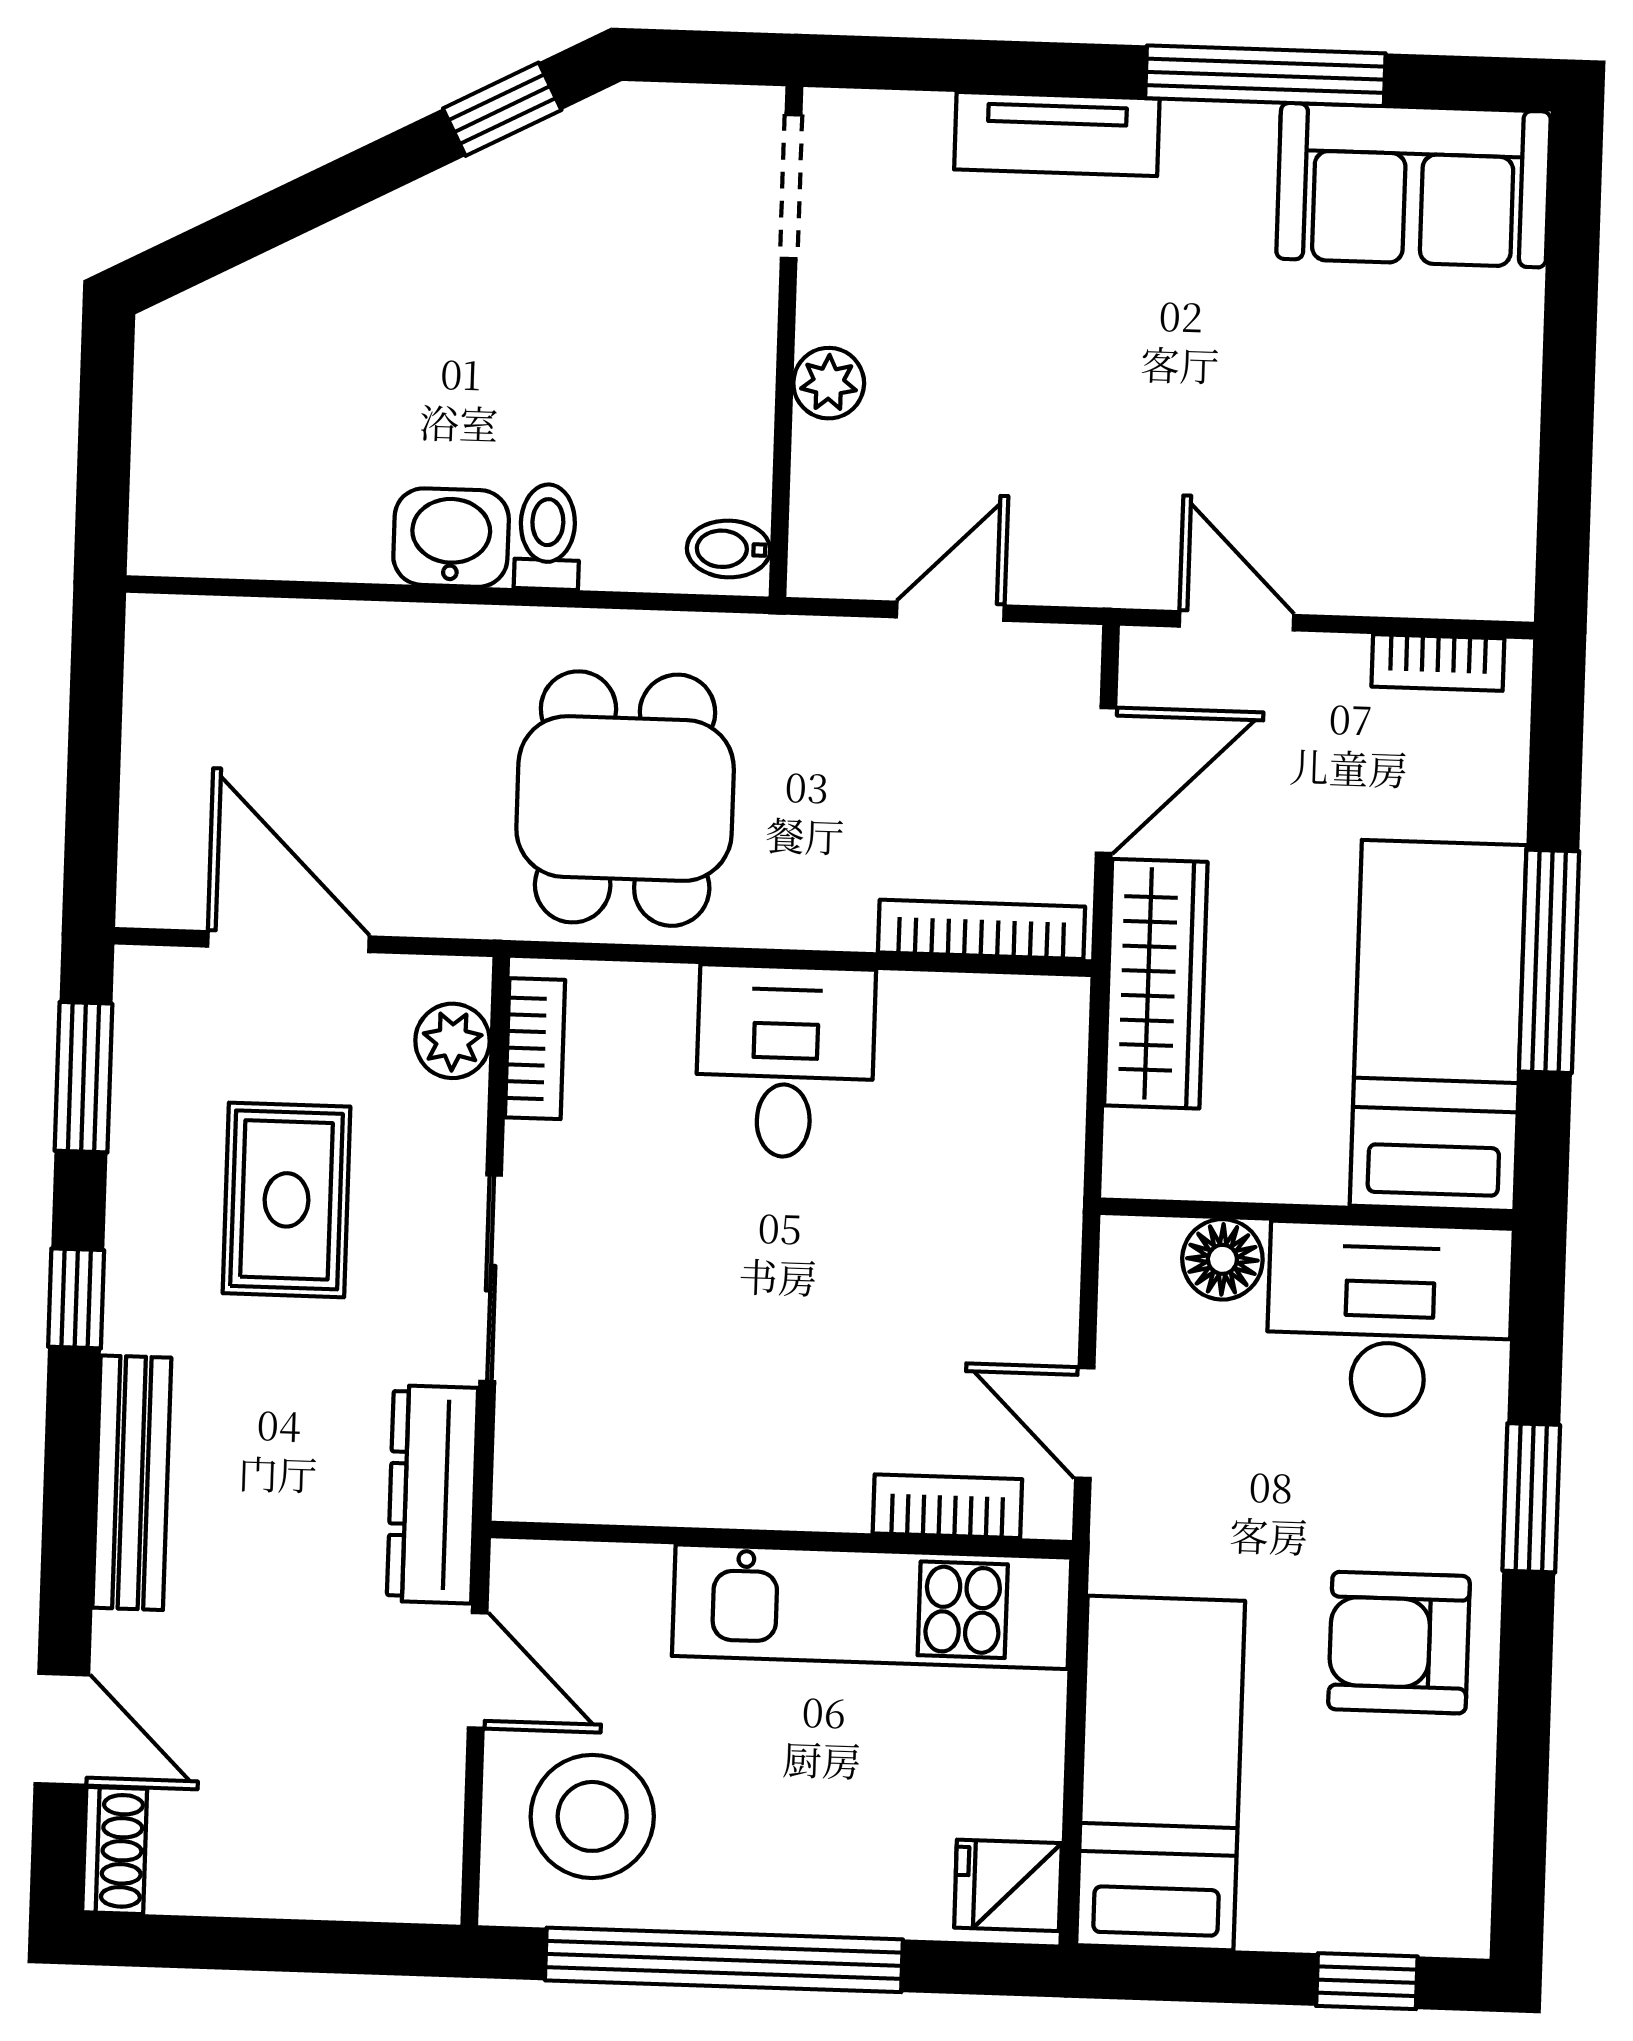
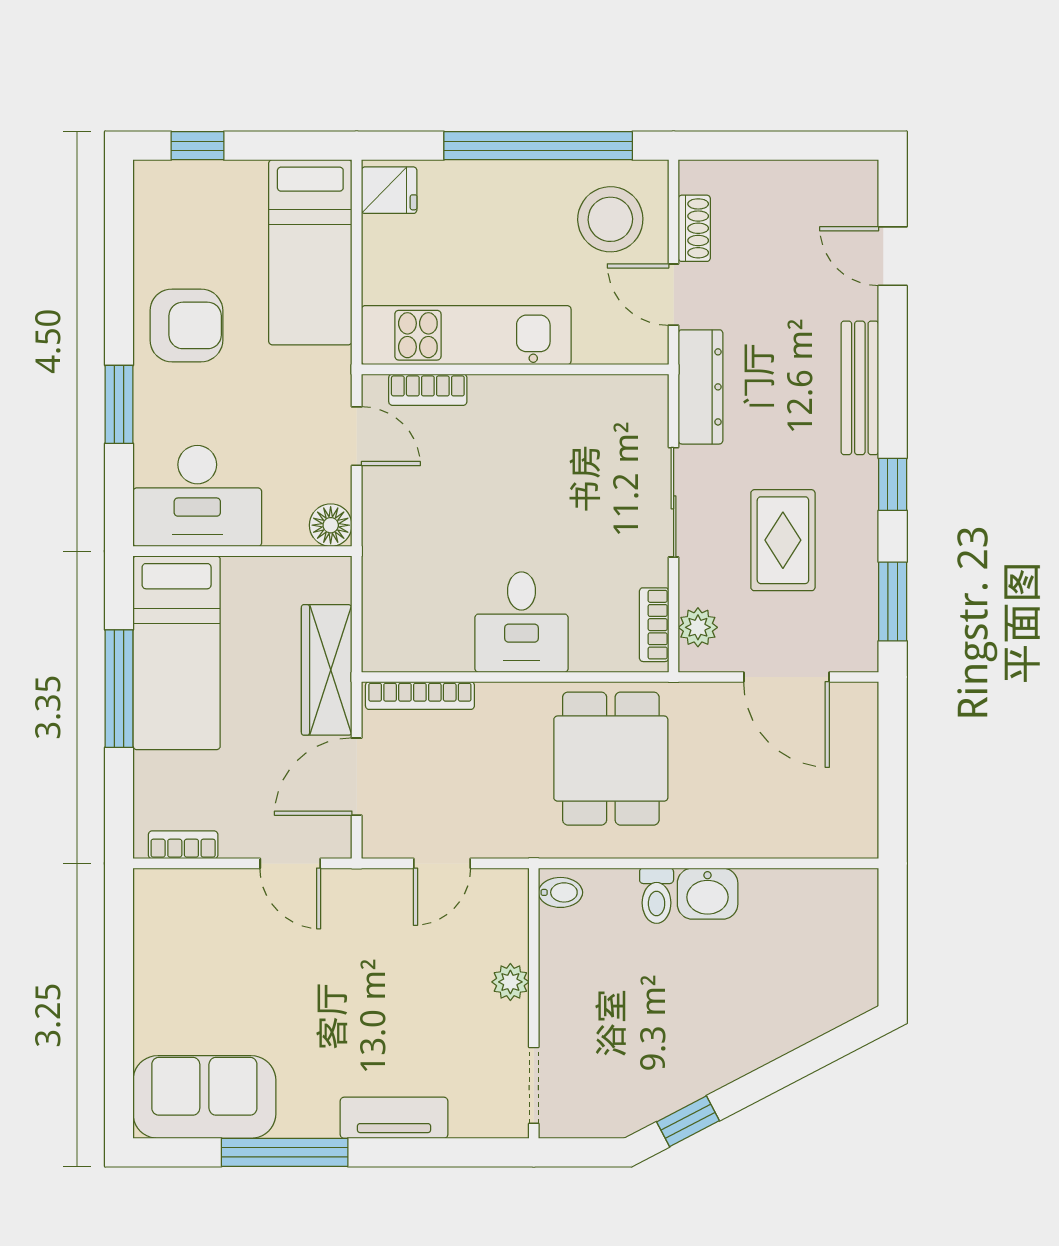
floor lamp: (1222, 1259) -> (331, 525), moved
shoe rack: (115, 1851) -> (694, 228), moved, turned 180

